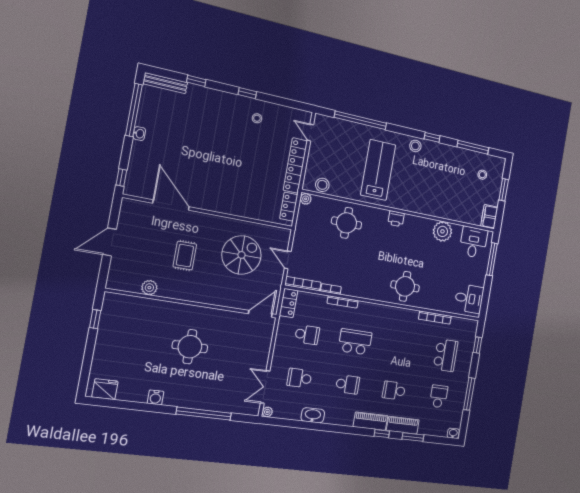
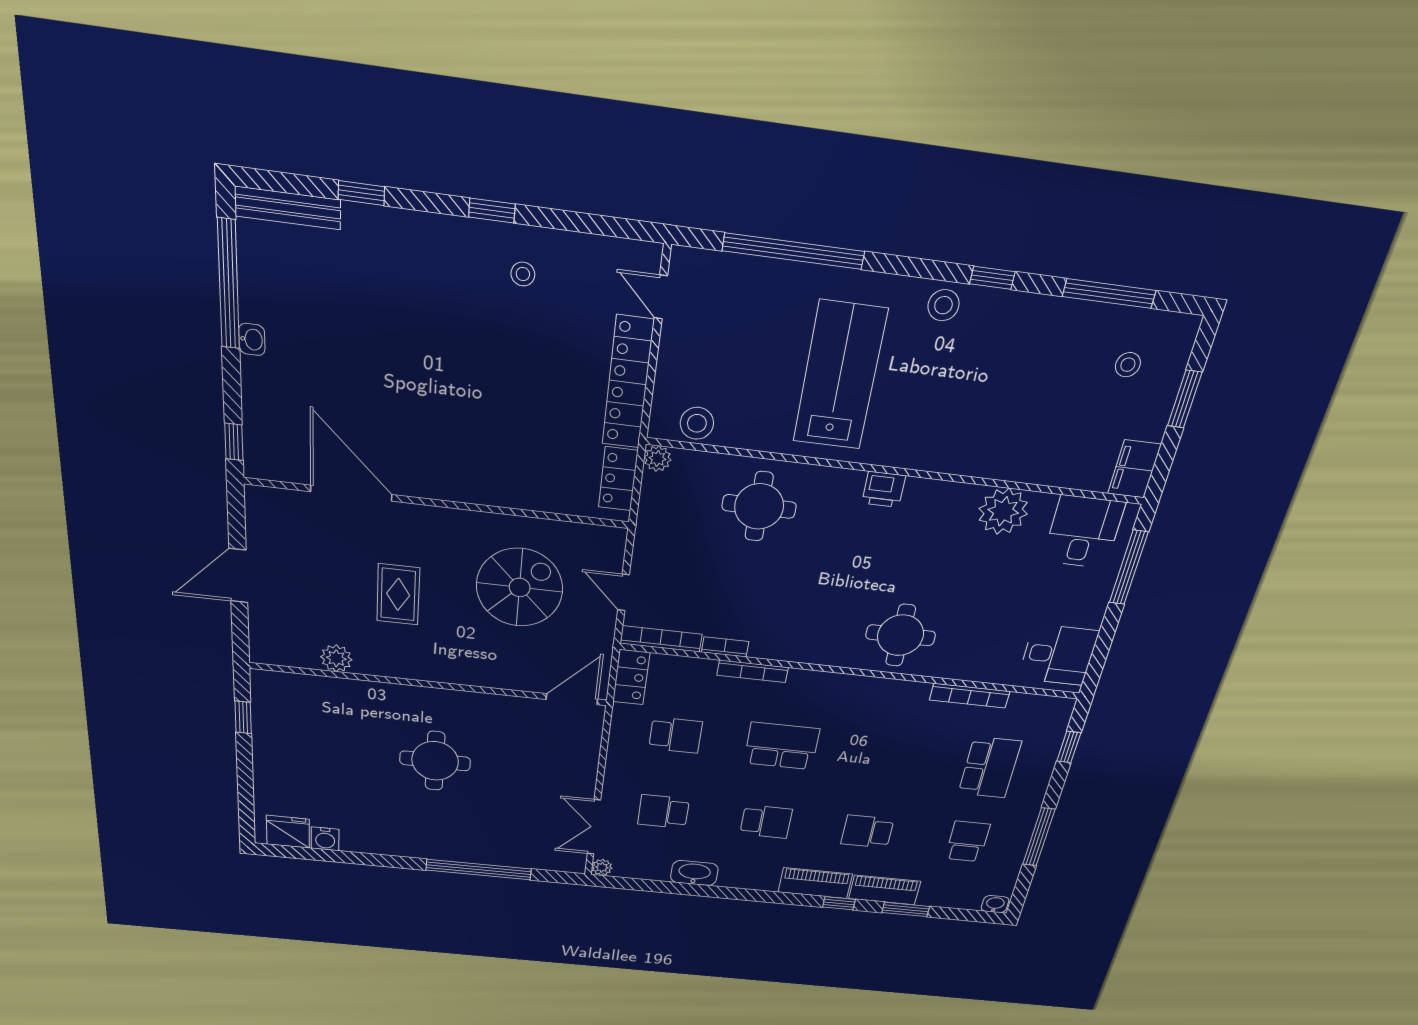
water cooler: (156, 397) -> (325, 839), moved

